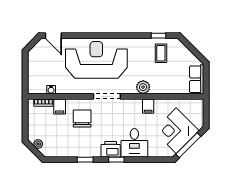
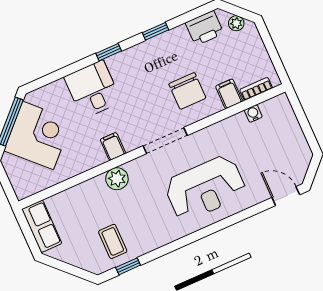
reception desk: (96, 60) -> (205, 188), width x0.74, depth x0.77
filing cabinet: (148, 106) -> (113, 146), moved
printer: (111, 149) -> (205, 28), moved

